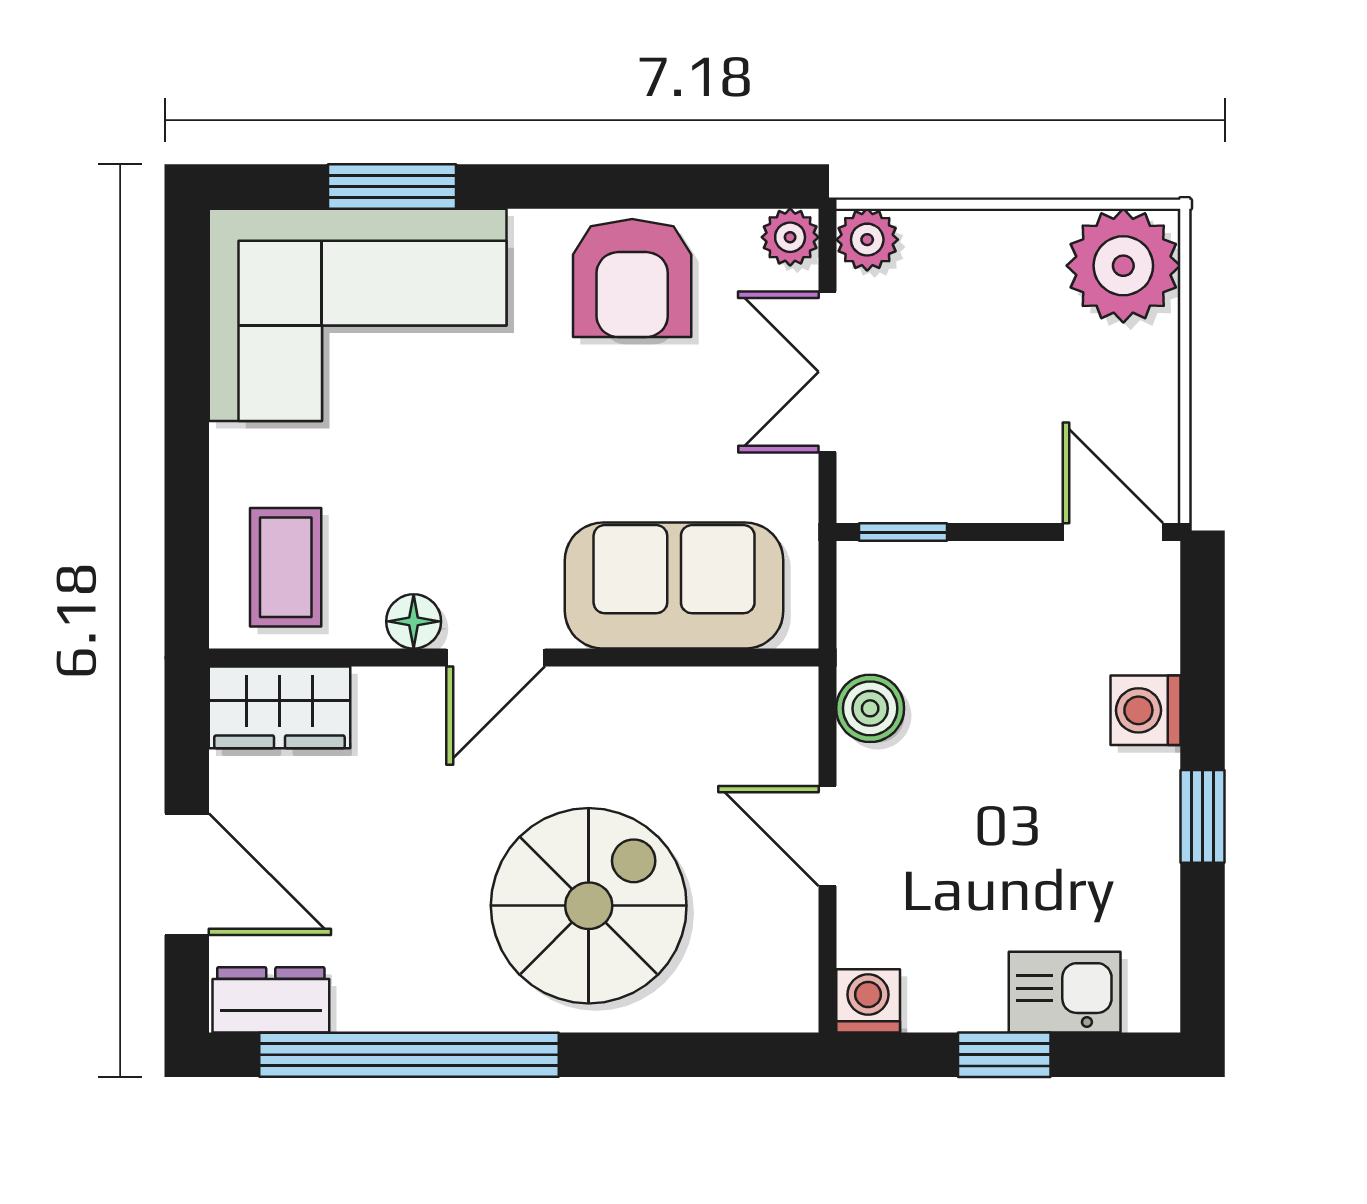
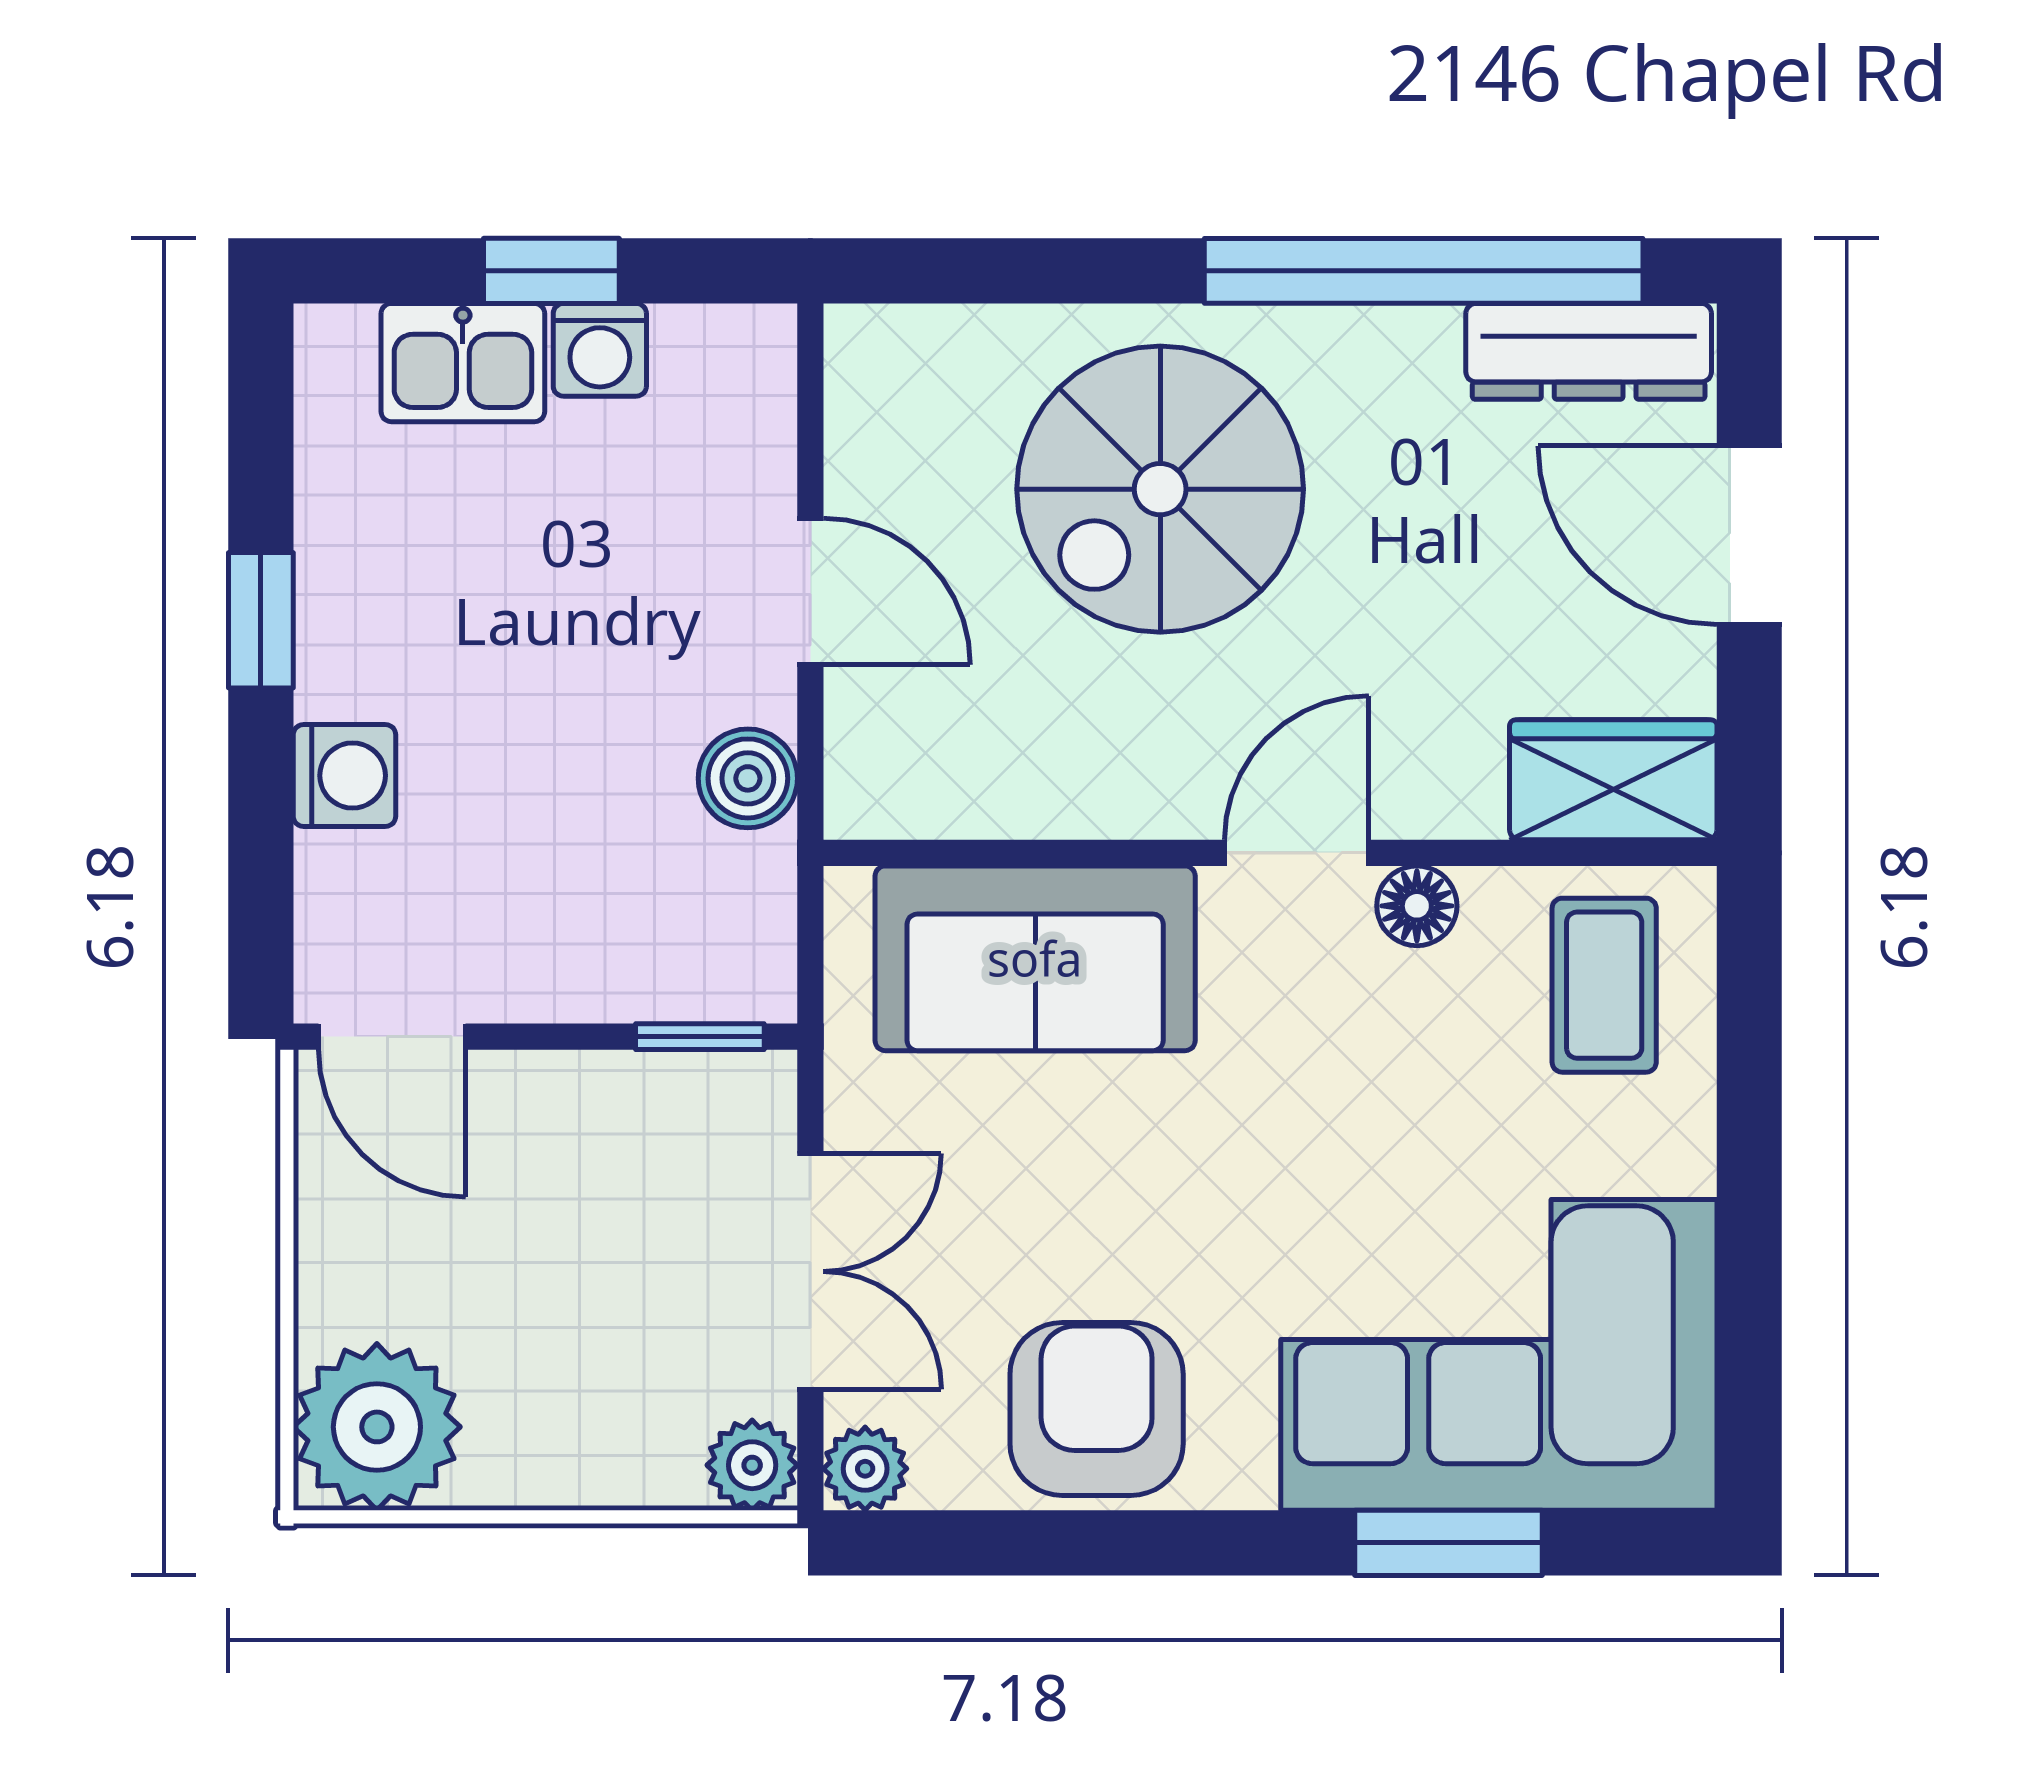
dresser: (271, 1000) -> (1589, 351), width x1.44
washing machine: (868, 1001) -> (600, 350), moved

